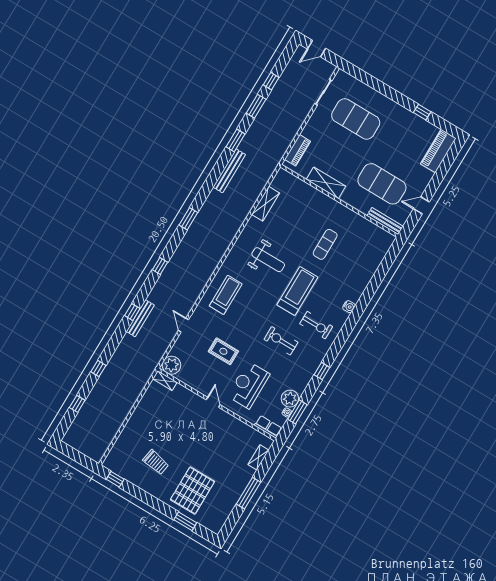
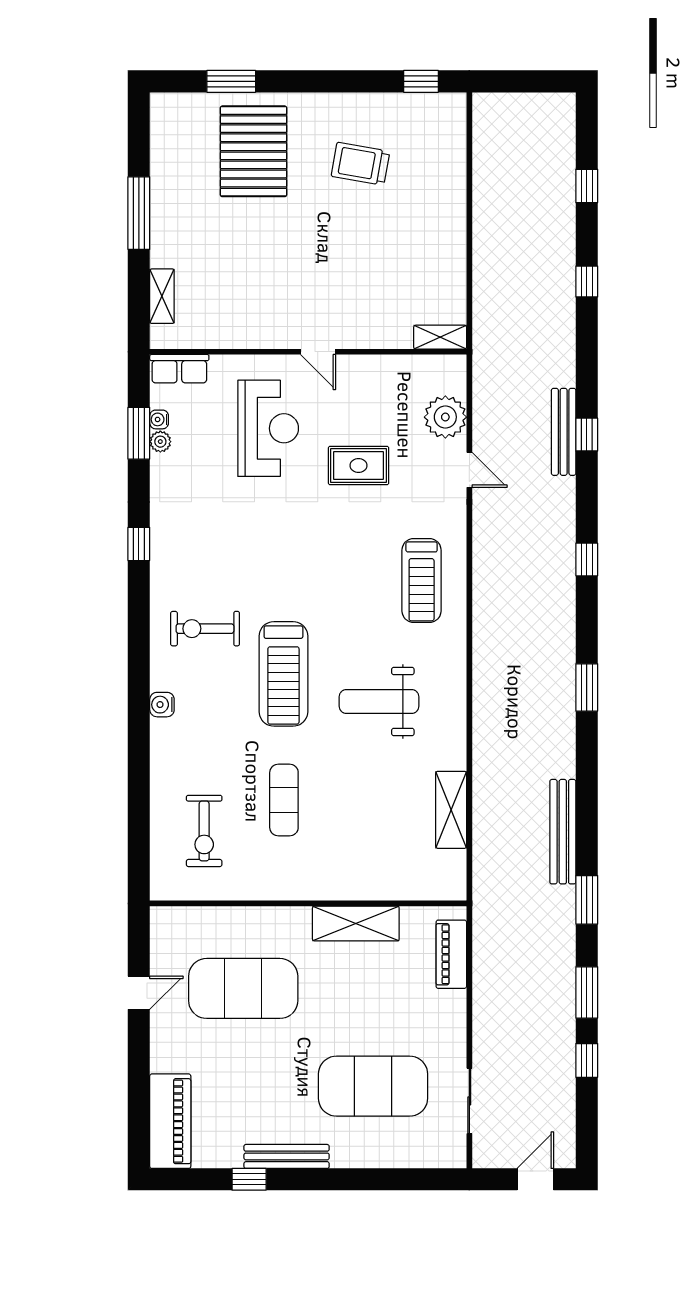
bench: (385, 221) -> (287, 1156), moved
exercise bike: (281, 341) -> (204, 831), moved, turned 90
plant: (171, 365) -> (445, 417), moved
plant: (290, 399) -> (160, 442), width x0.53, depth x0.53

